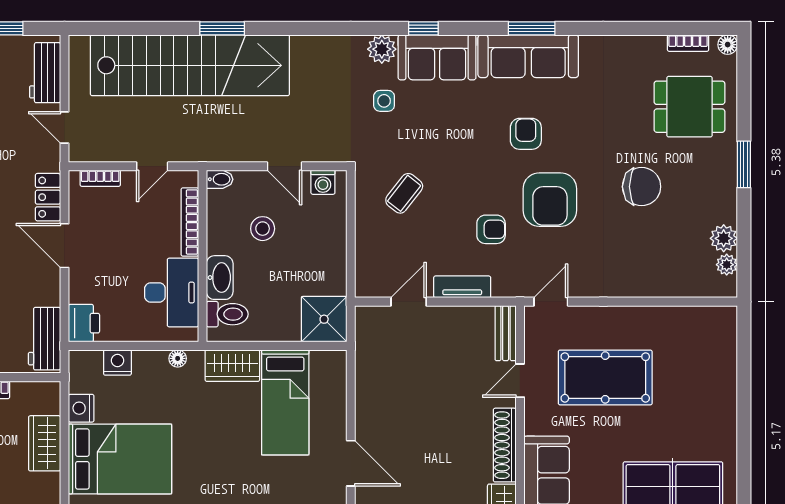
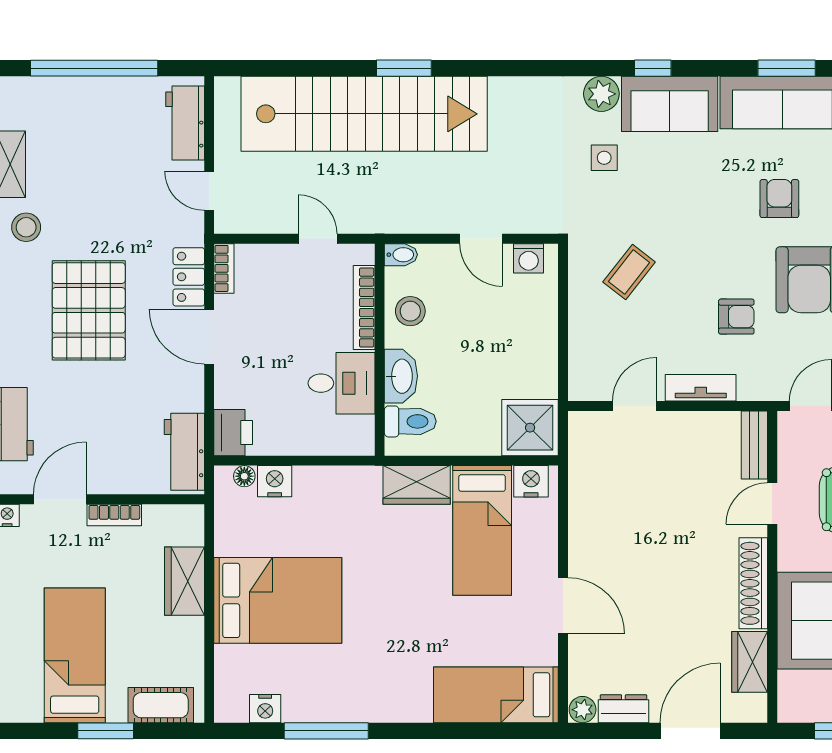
door: (152, 166) -> (318, 239), swing flipped
bookcase: (100, 178) -> (224, 268), moved, turned -90
stool: (263, 229) -> (410, 311), moved
desk: (172, 292) -> (342, 383), width x0.73
floor lamp: (178, 358) -> (244, 476), moved
nightstand: (81, 408) -> (531, 481), moved, turned 90

